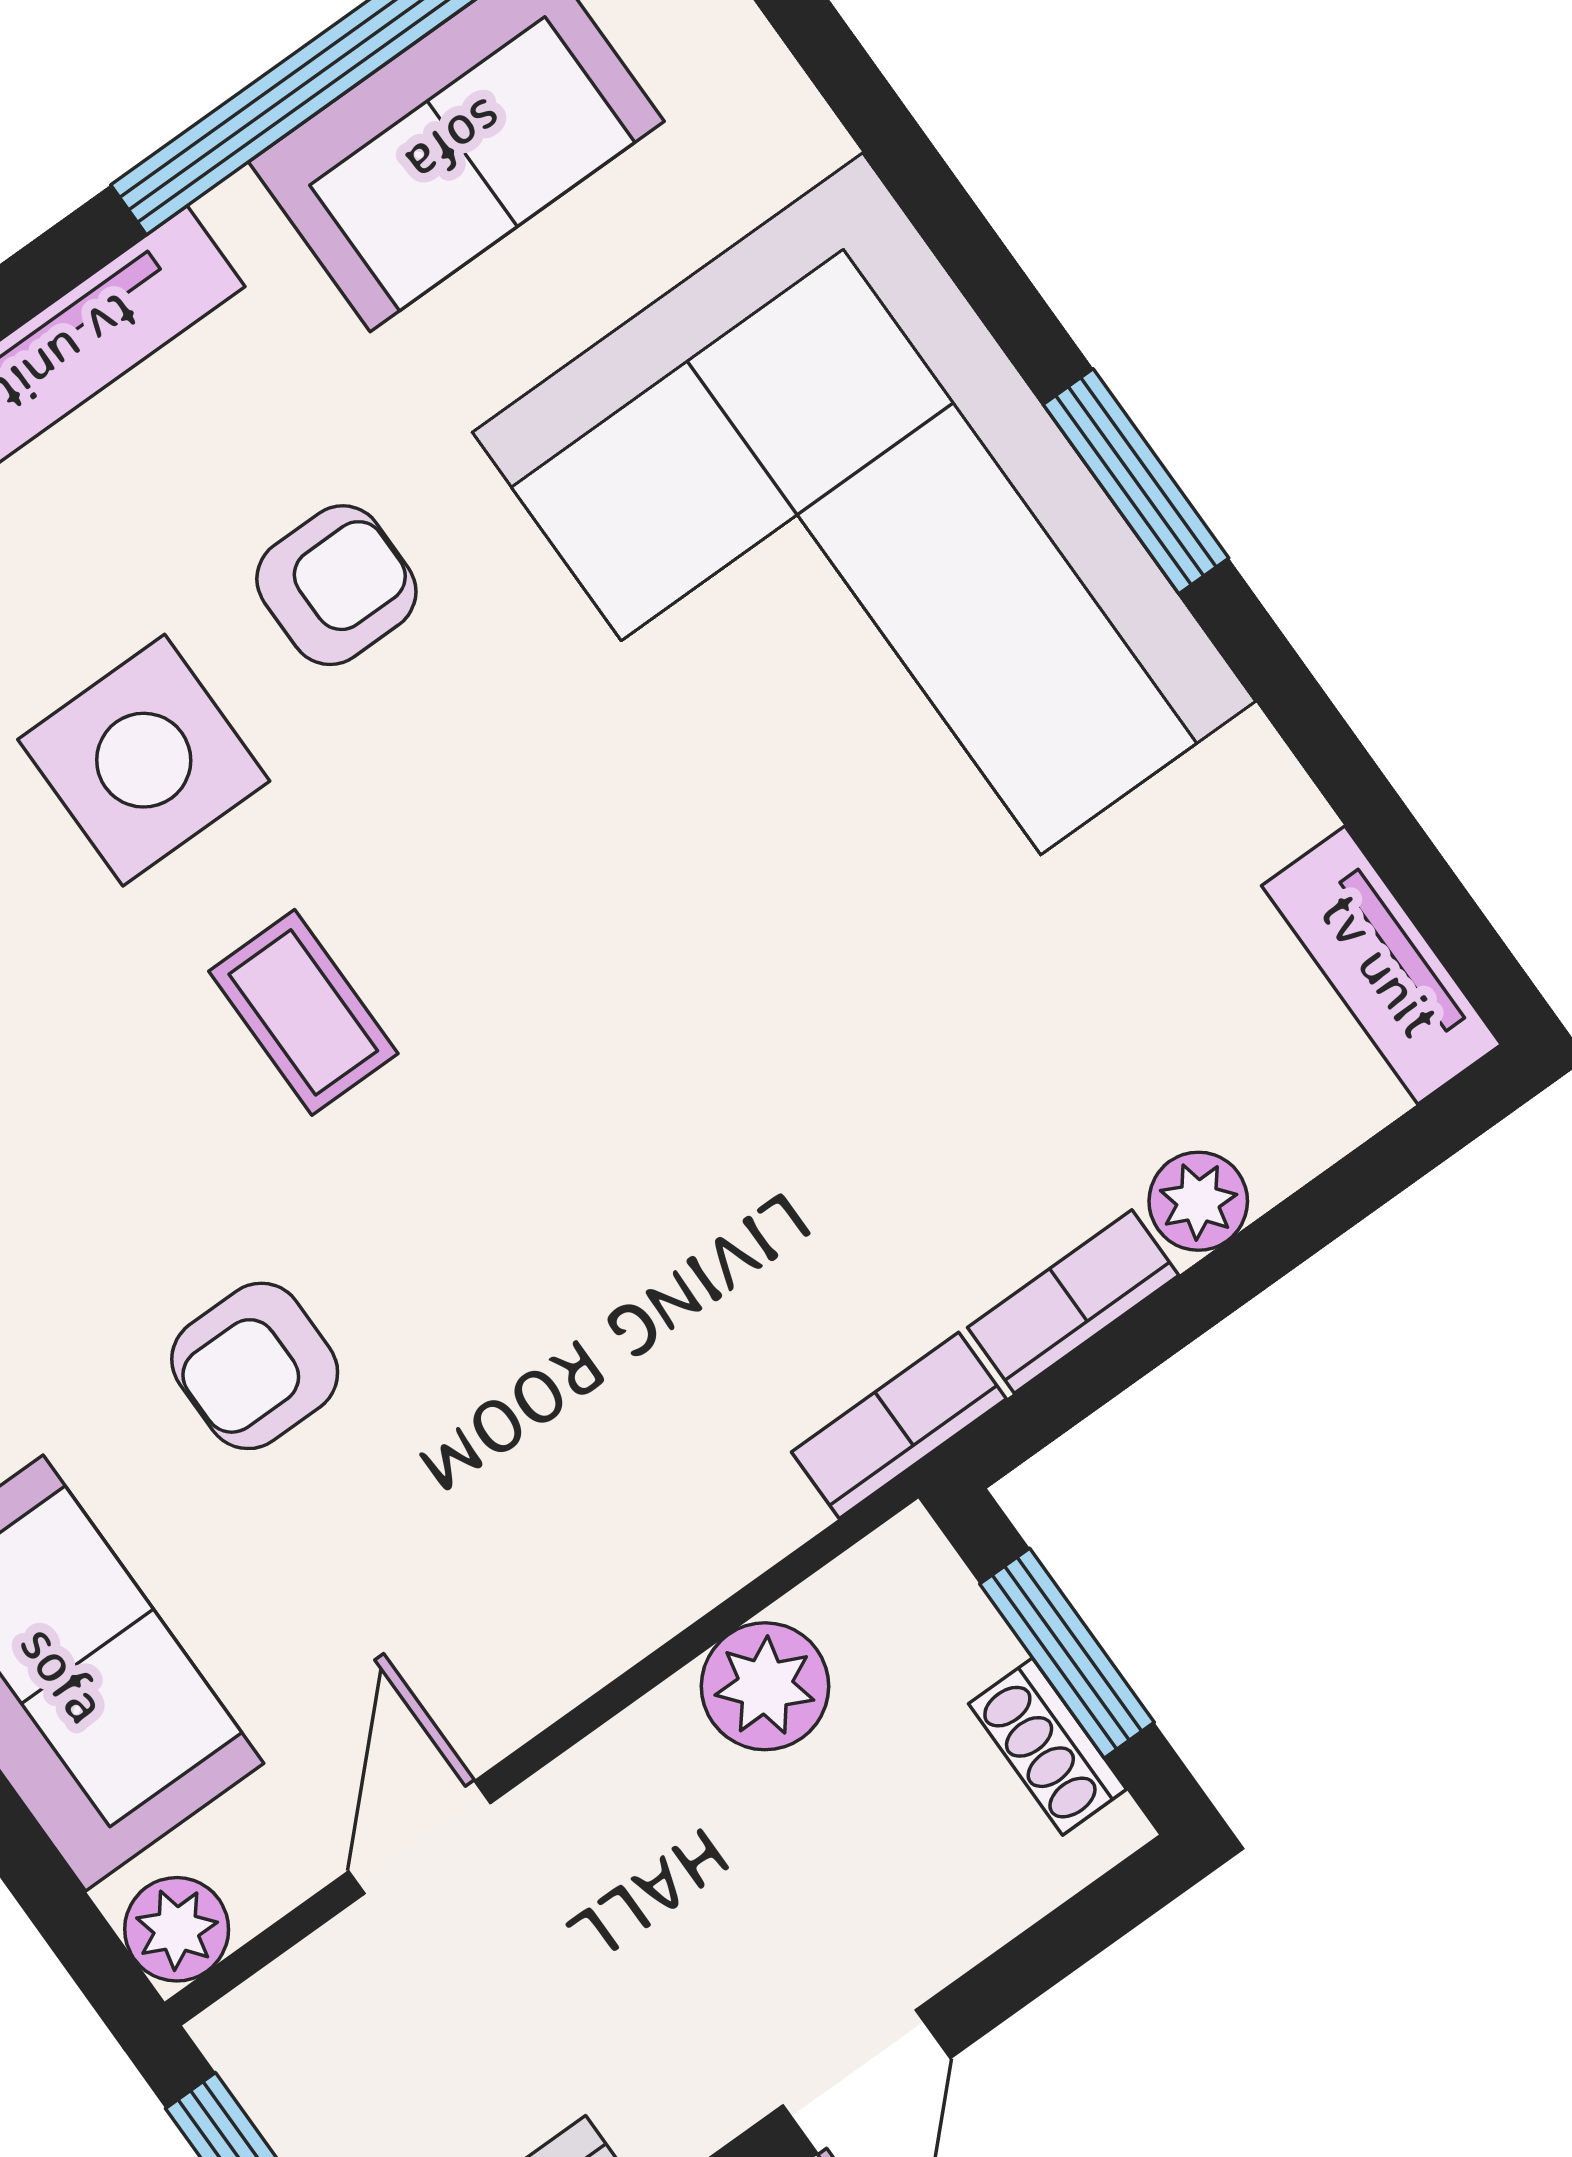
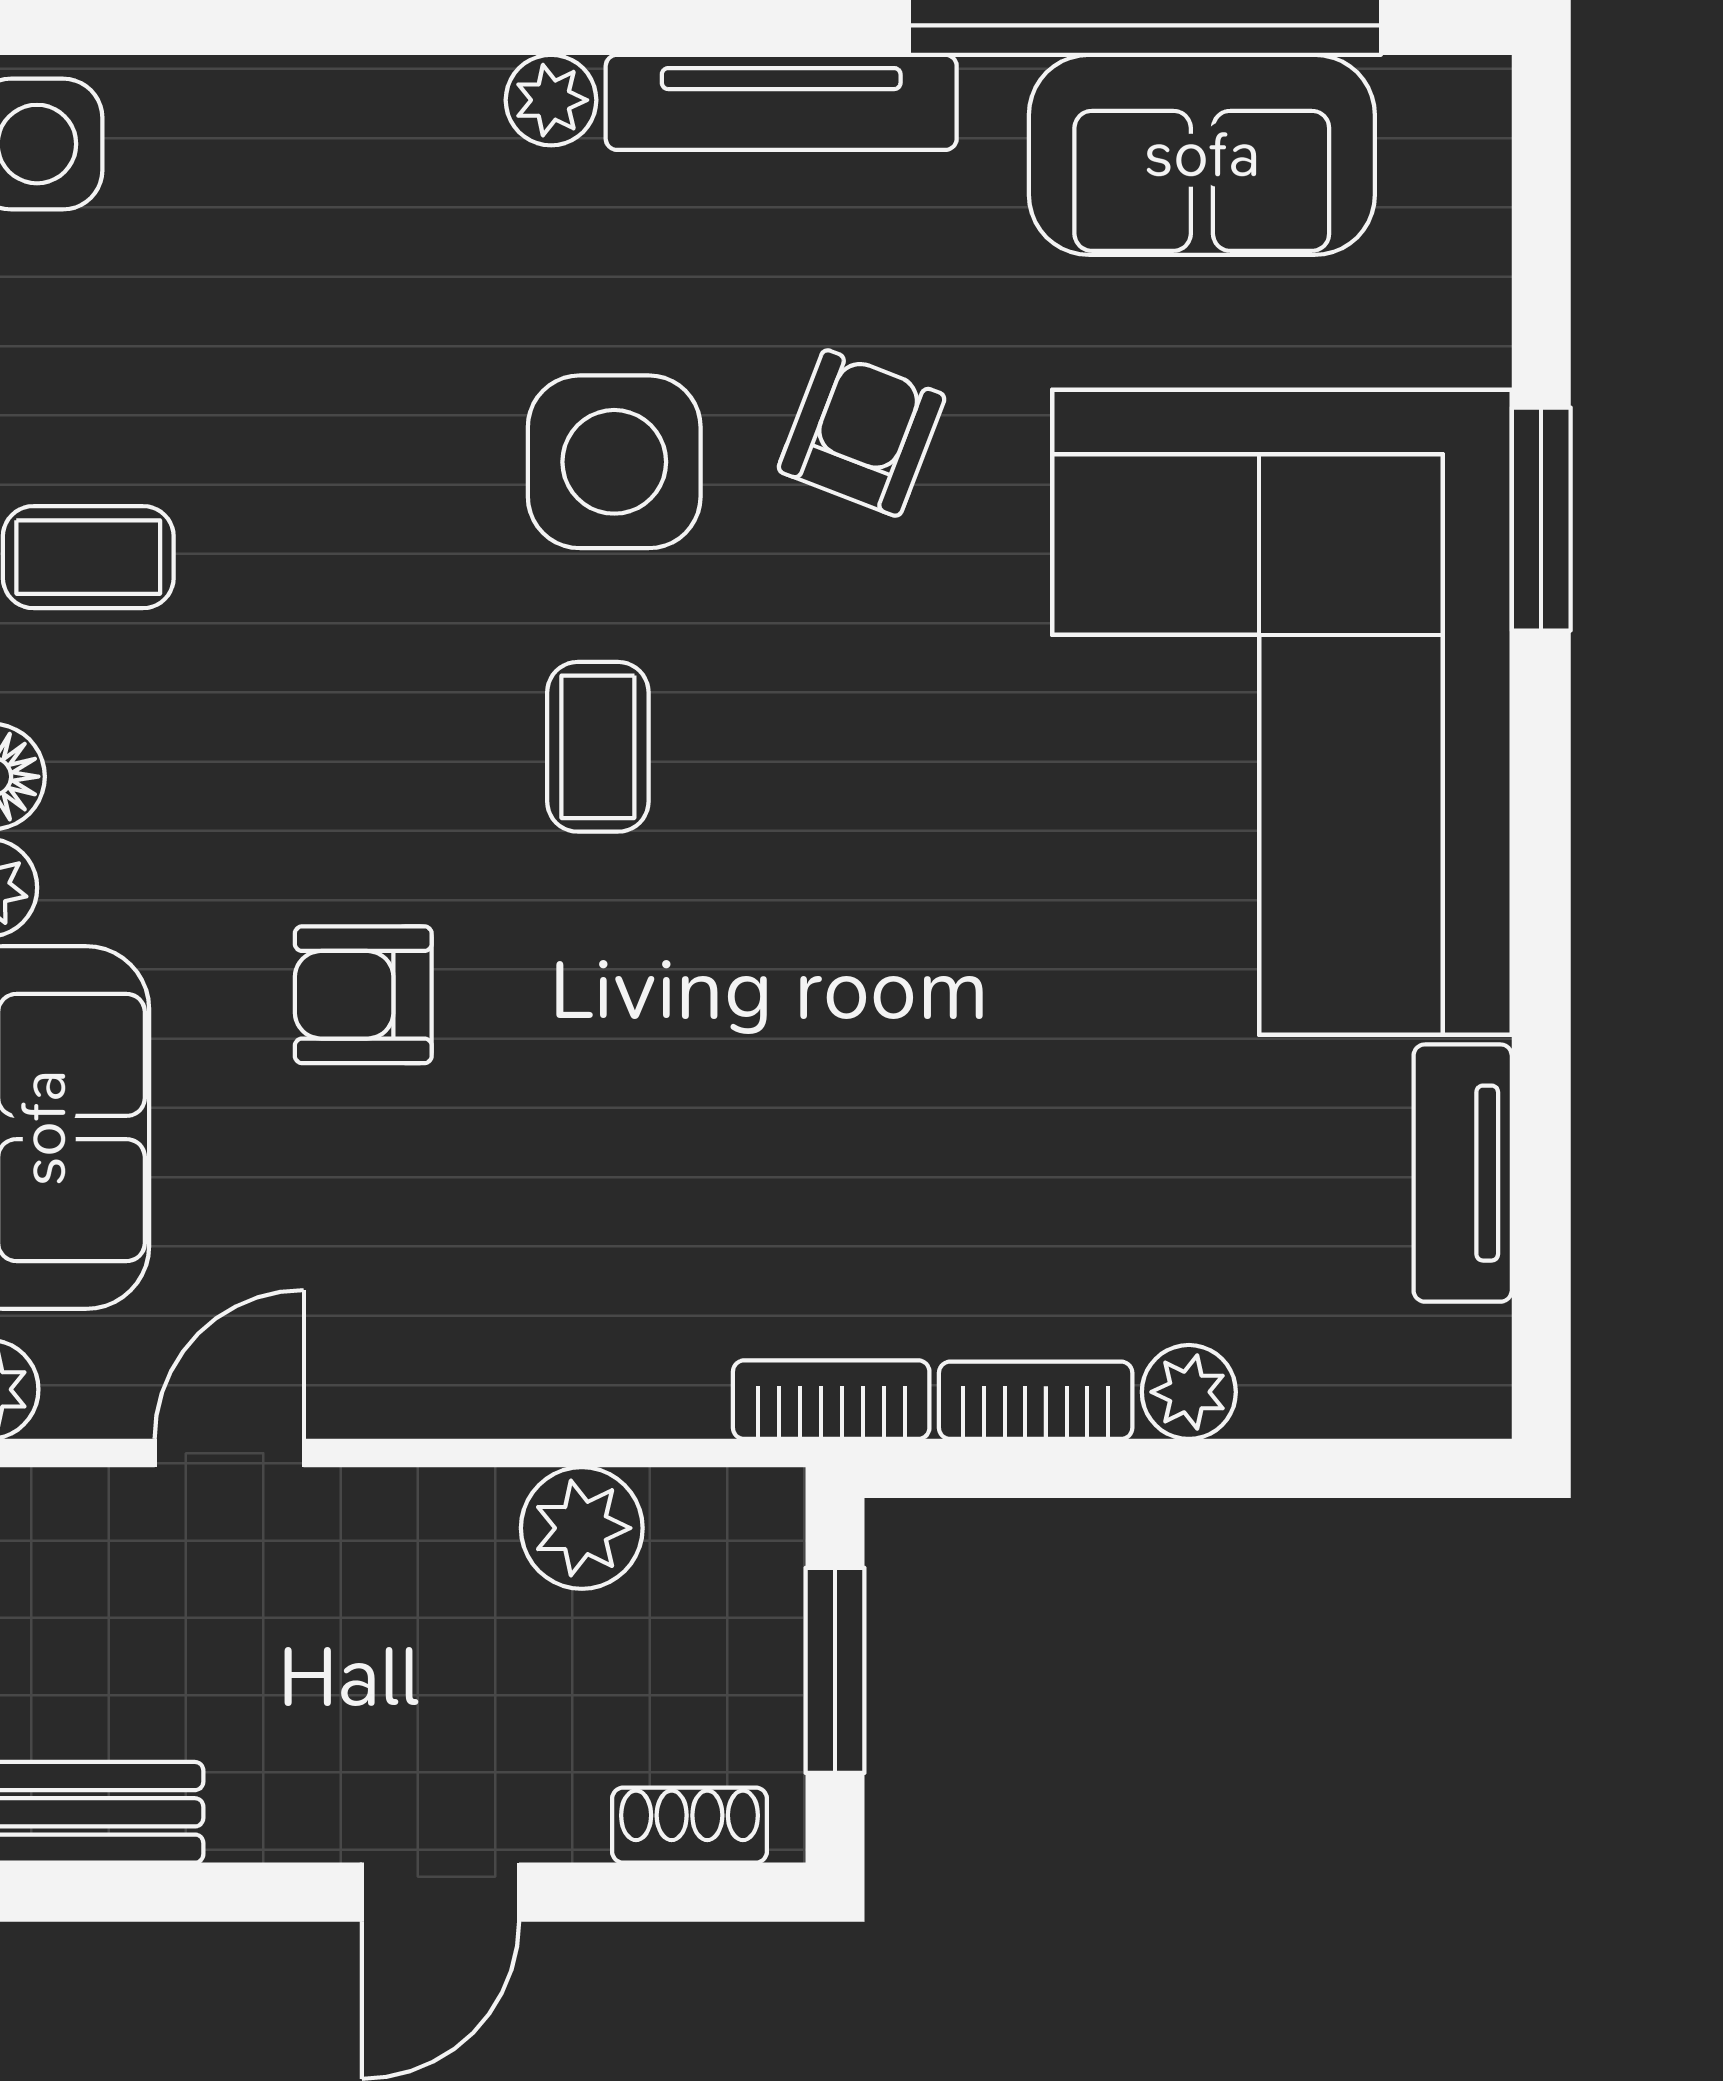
window: (1136, 481) -> (1541, 519), moved
armchair: (336, 585) -> (862, 433), turned -69
tv unit: (1381, 965) -> (1463, 1173), moved
shoe rack: (1048, 1747) -> (690, 1825), moved, turned 90

